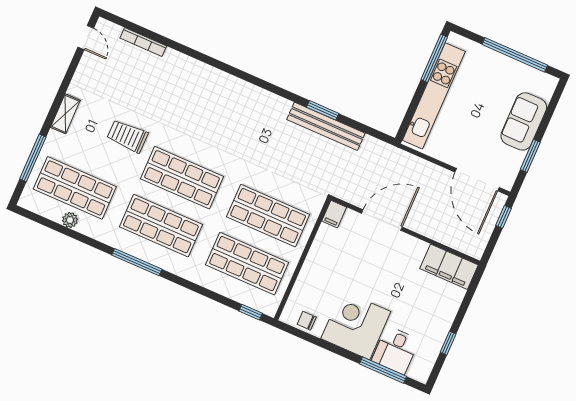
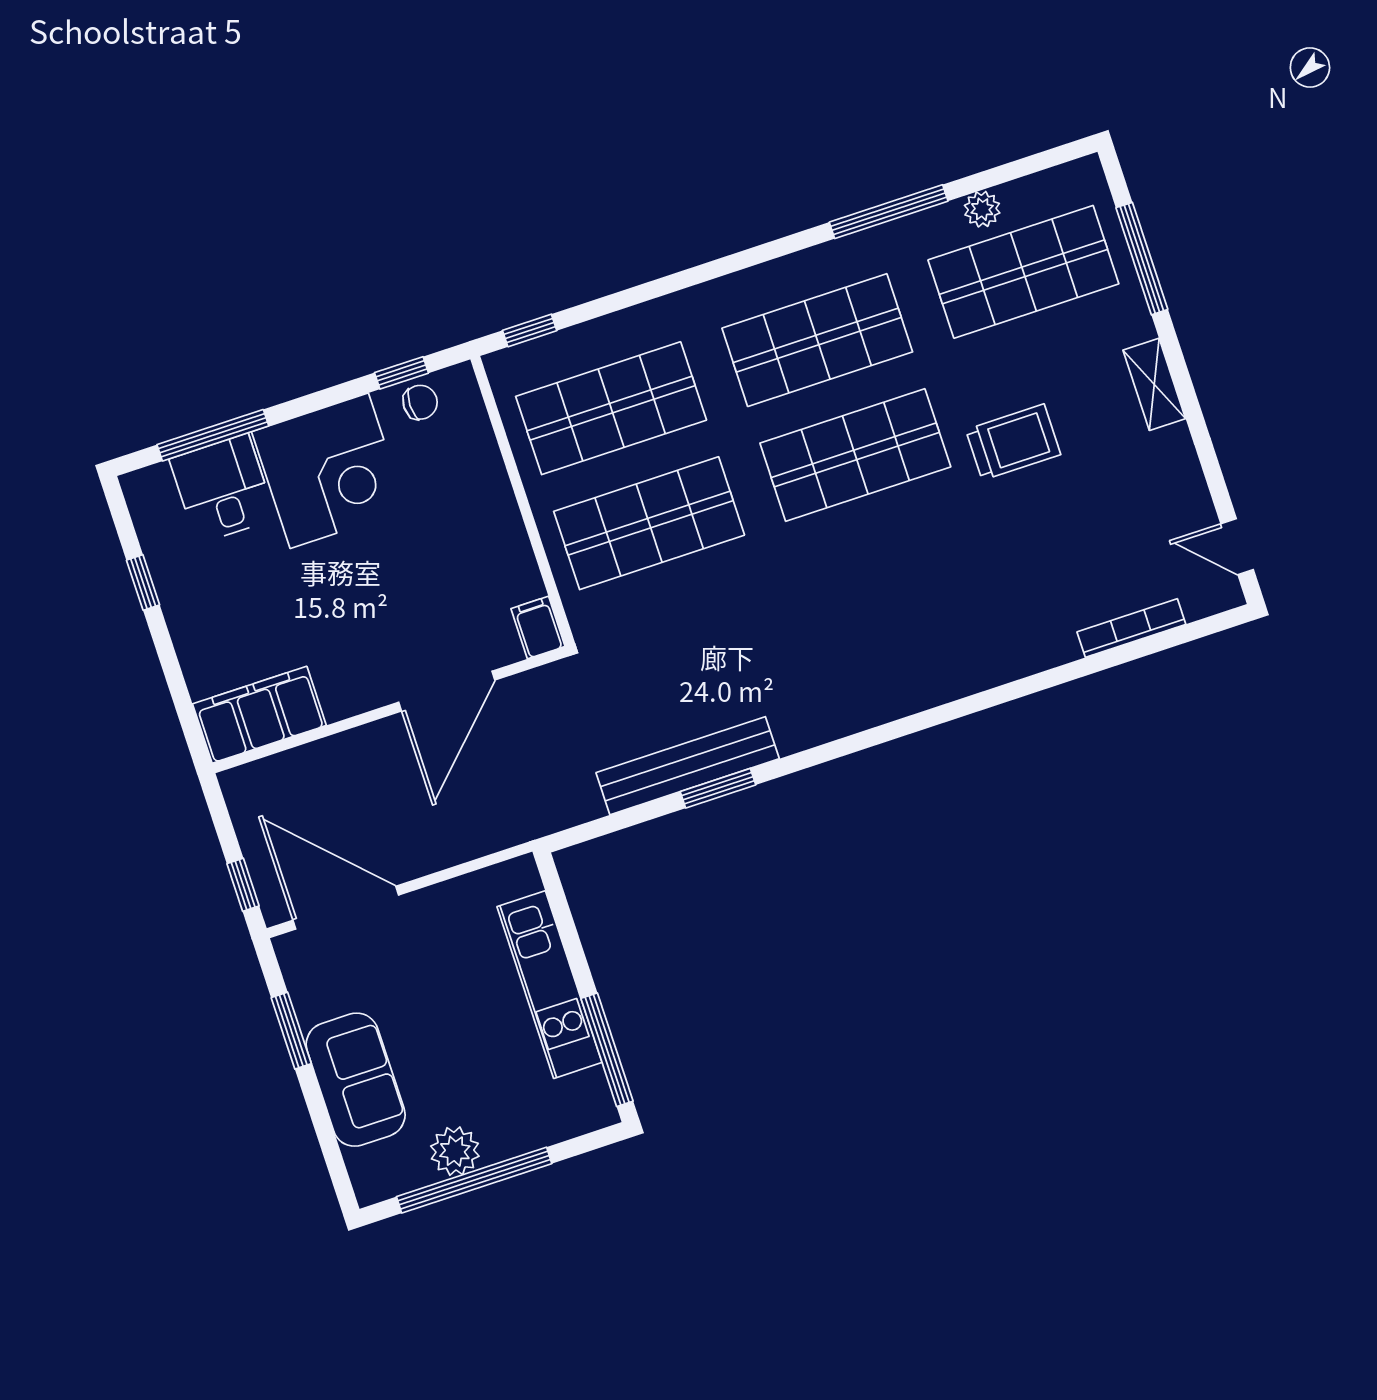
plant: (513, 70) -> (455, 1151), added
kitchen unit: (434, 96) -> (549, 985), width x0.73
window: (137, 262) -> (889, 212), moved
window: (304, 336) -> (401, 373), added

